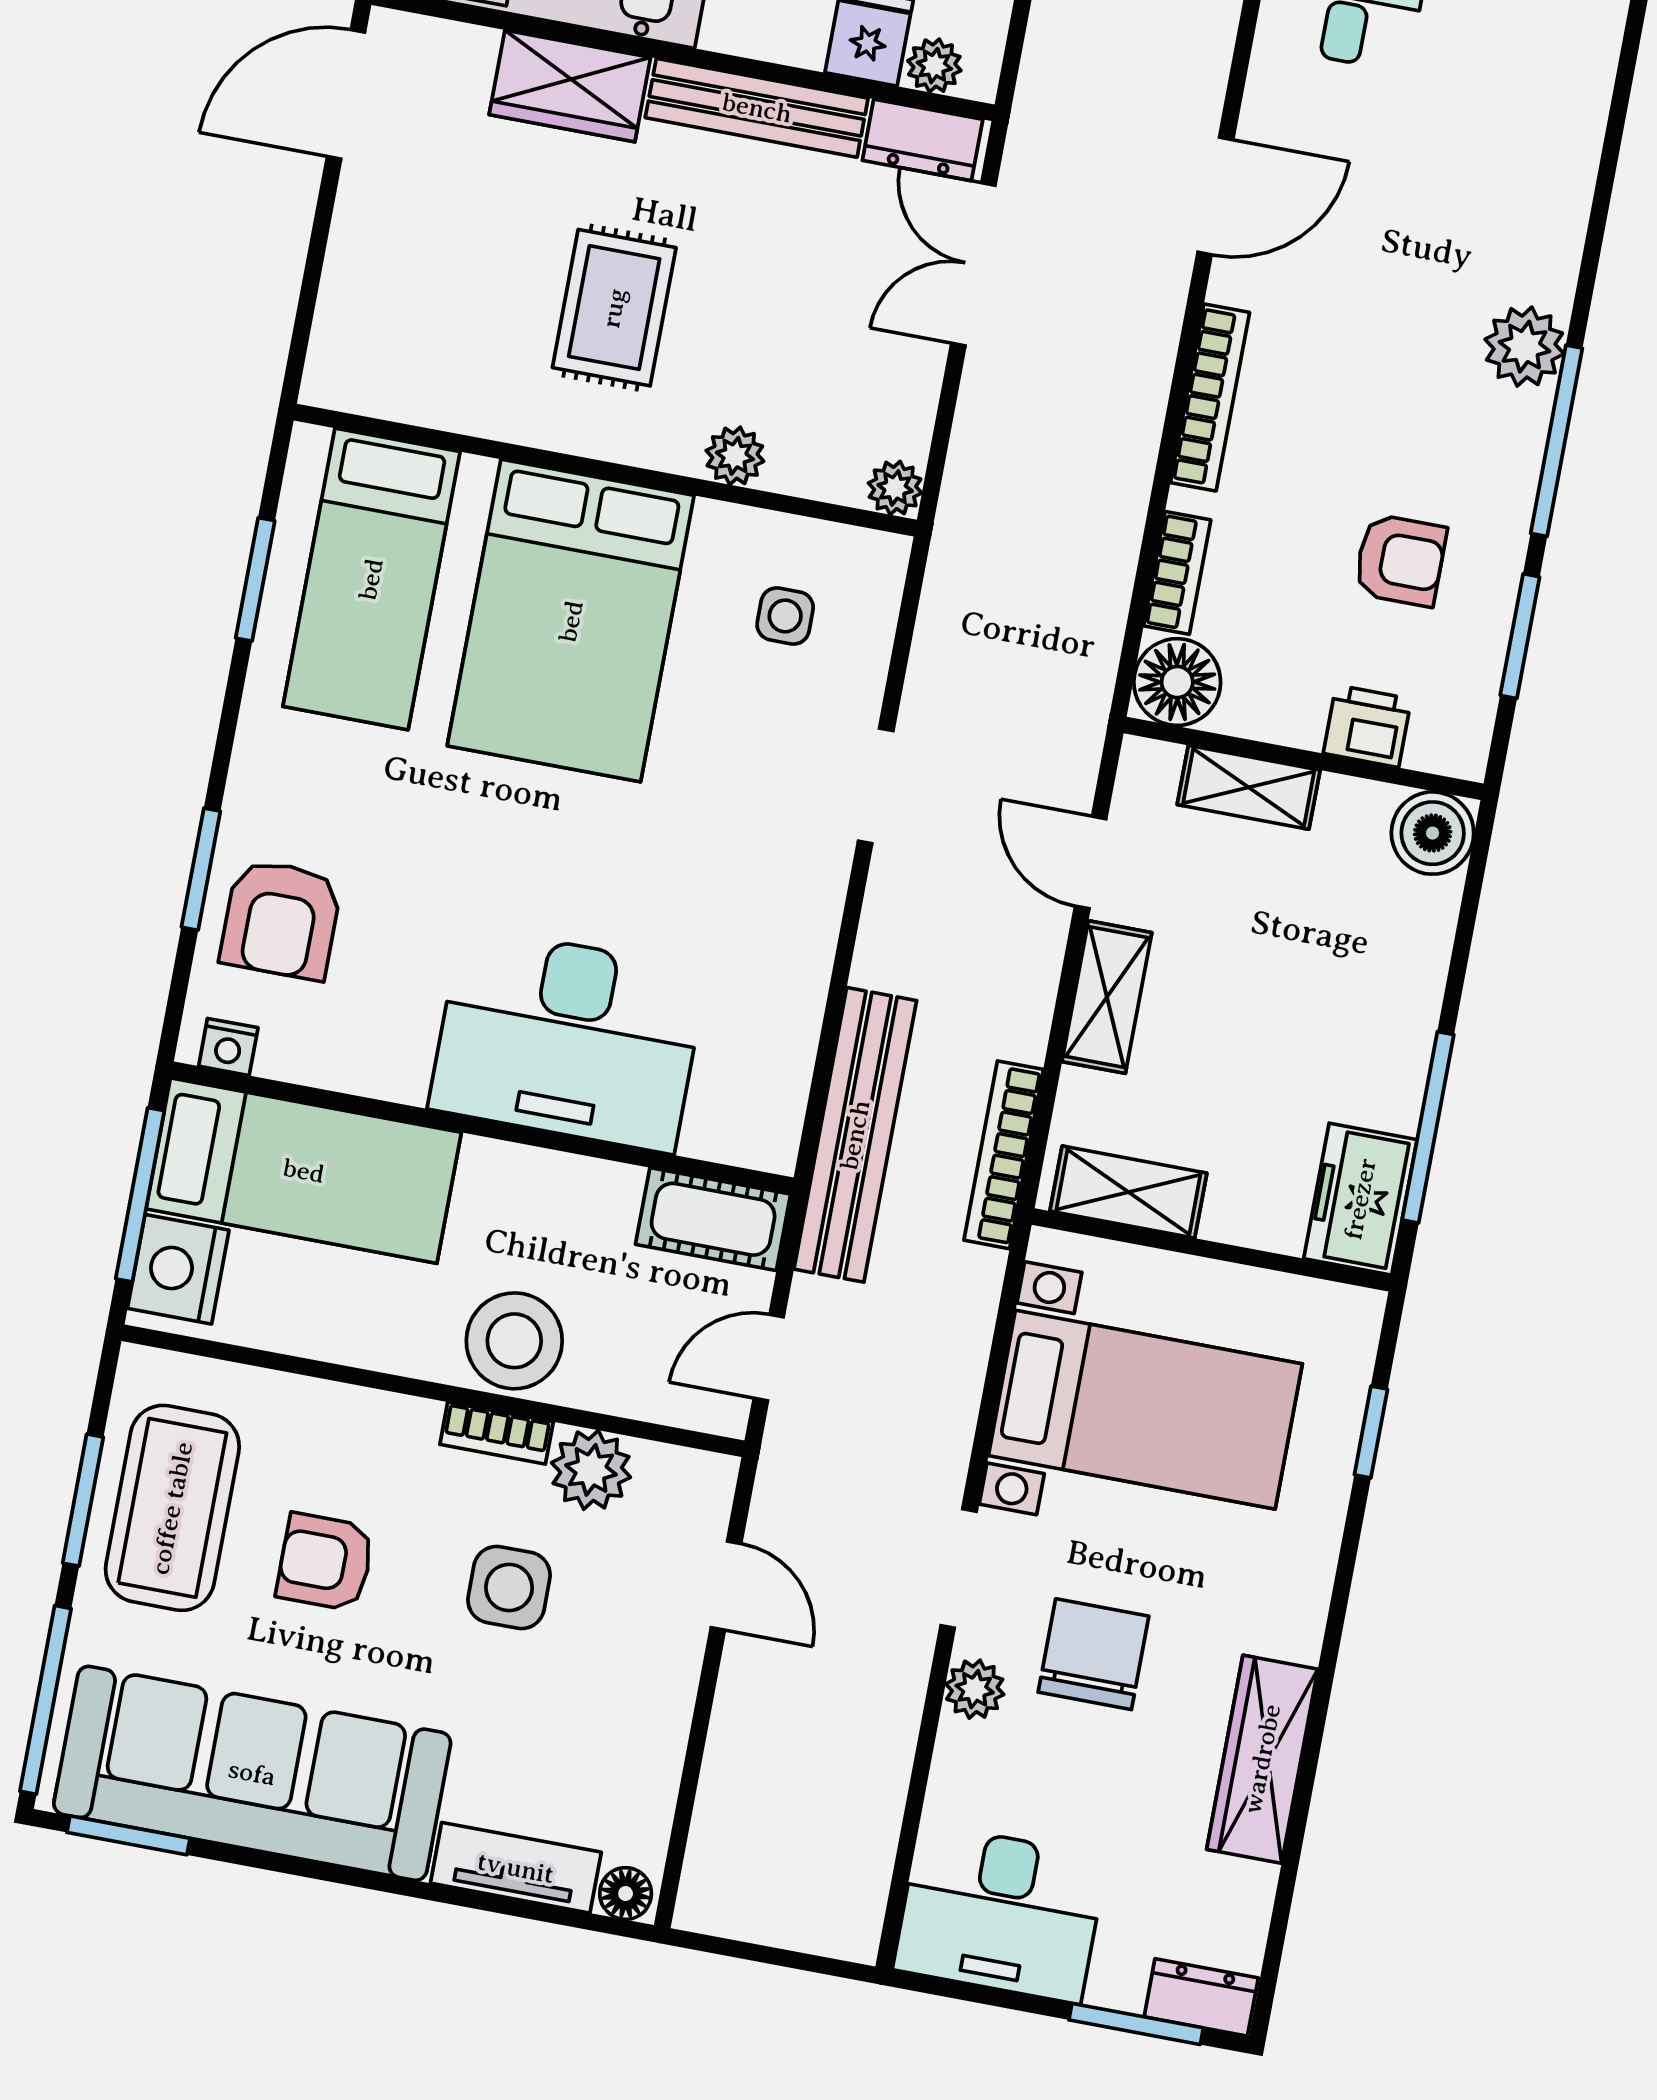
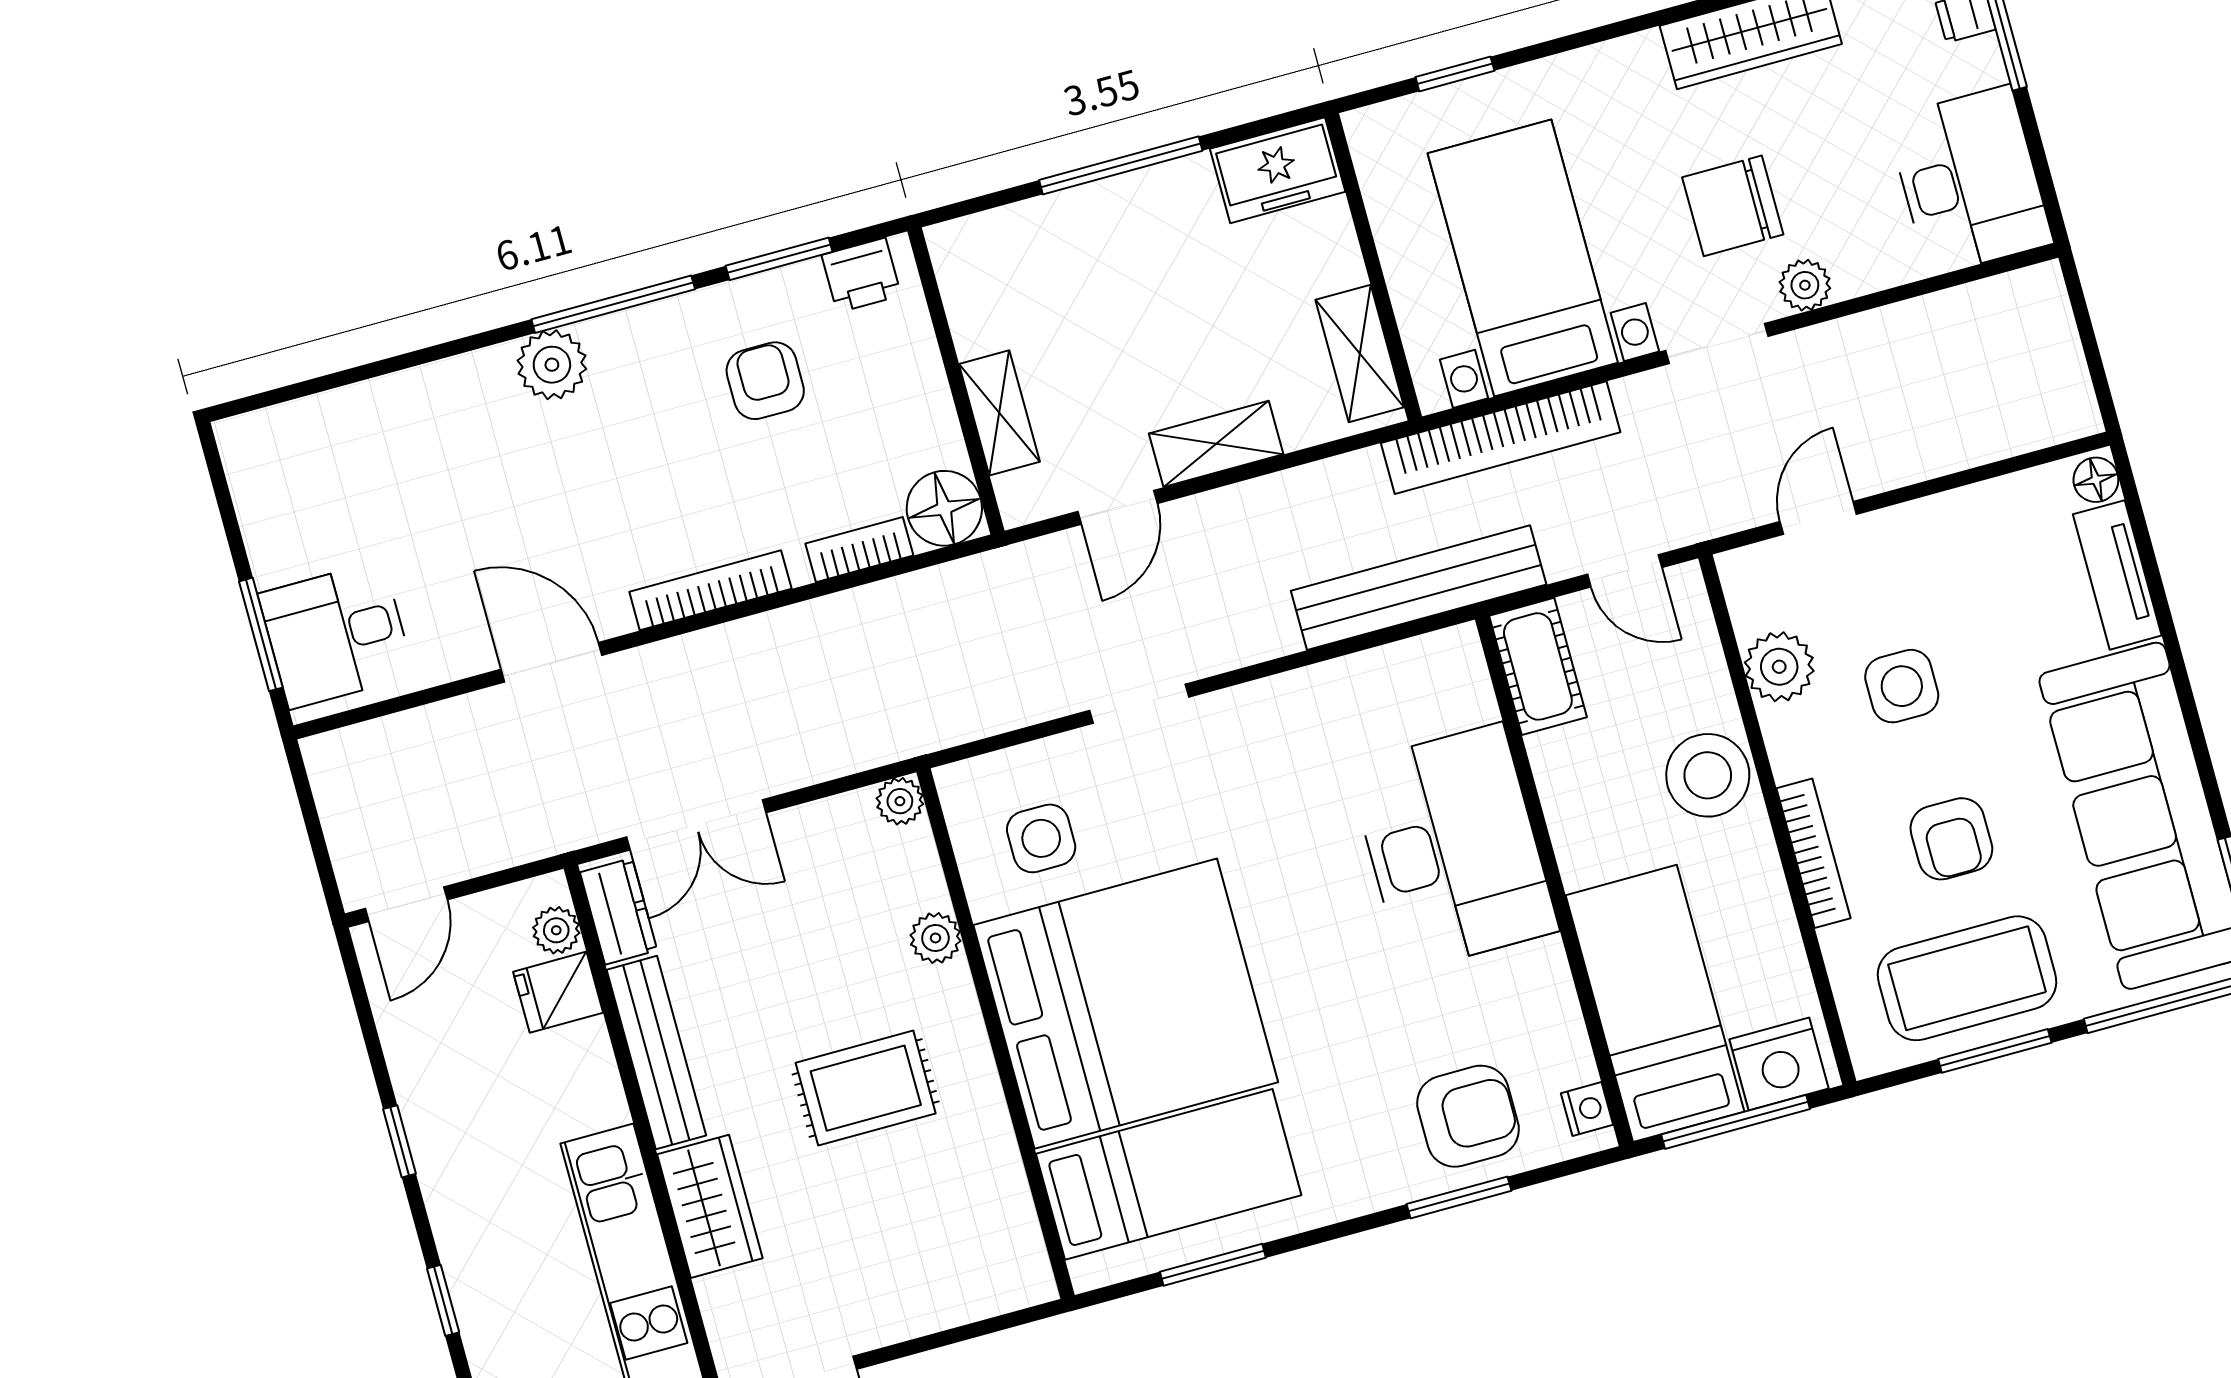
side table: (785, 616) -> (1041, 838), width x1.37, depth x1.37
bed: (571, 621) -> (1126, 1004), width x1.36
printer: (1367, 726) -> (861, 275), moved, turned -90
boiler: (1433, 833) -> (965, 252), removed
window: (1428, 1127) -> (1121, 165), moved
bookcase: (1004, 1155) -> (1501, 438), moved, width x1.48, depth x1.31
bookcase: (497, 1433) -> (1813, 853), moved, width x1.56

